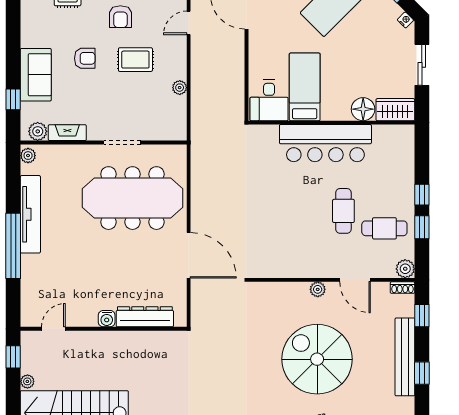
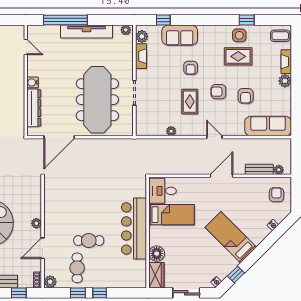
dresser: (145, 317) -> (34, 108), moved
water cooler: (107, 319) -> (33, 82), moved
door: (53, 329) -> (26, 47), moved
wall: (104, 329) -> (26, 80), moved

